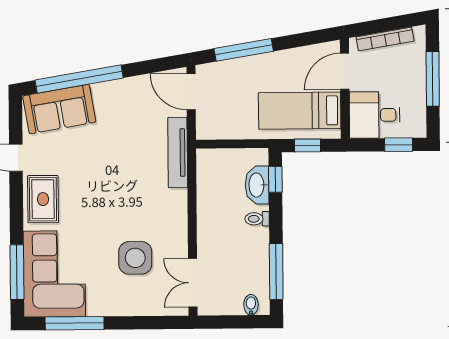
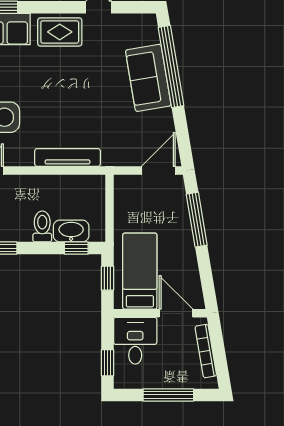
sofa: (59, 109) -> (148, 78), moved
tv unit: (178, 153) -> (68, 157), moved
toilet: (257, 219) -> (42, 226), width x1.37, depth x1.39

